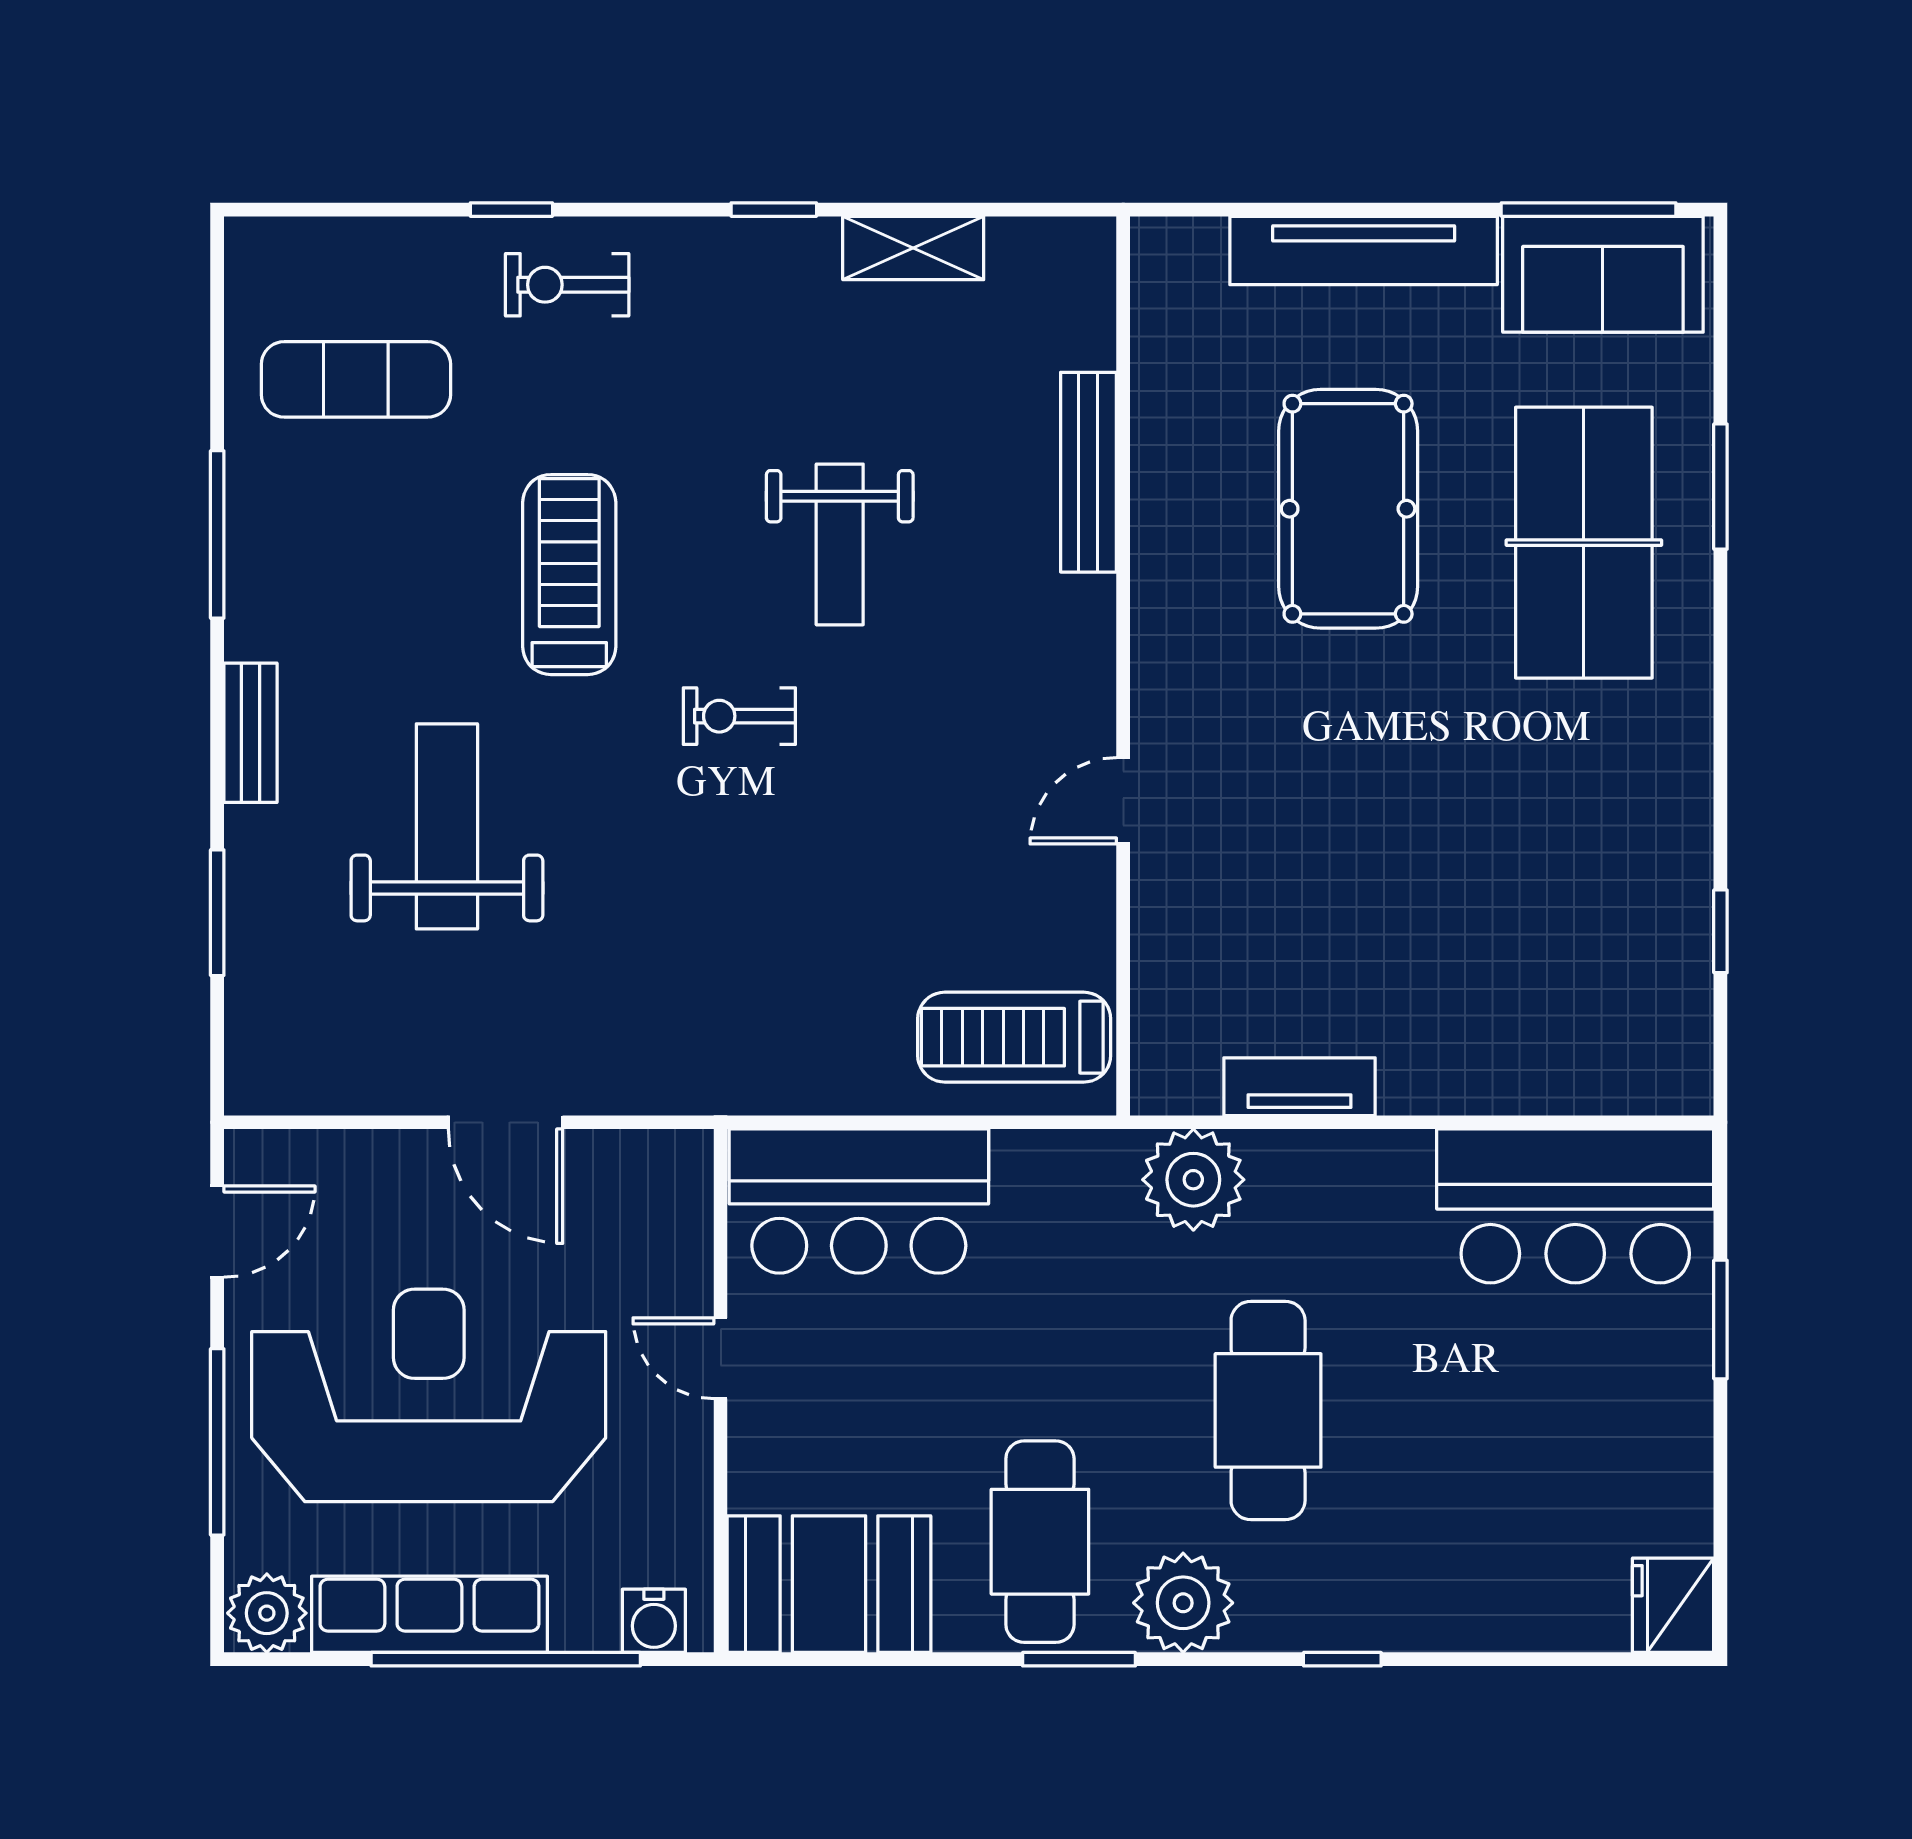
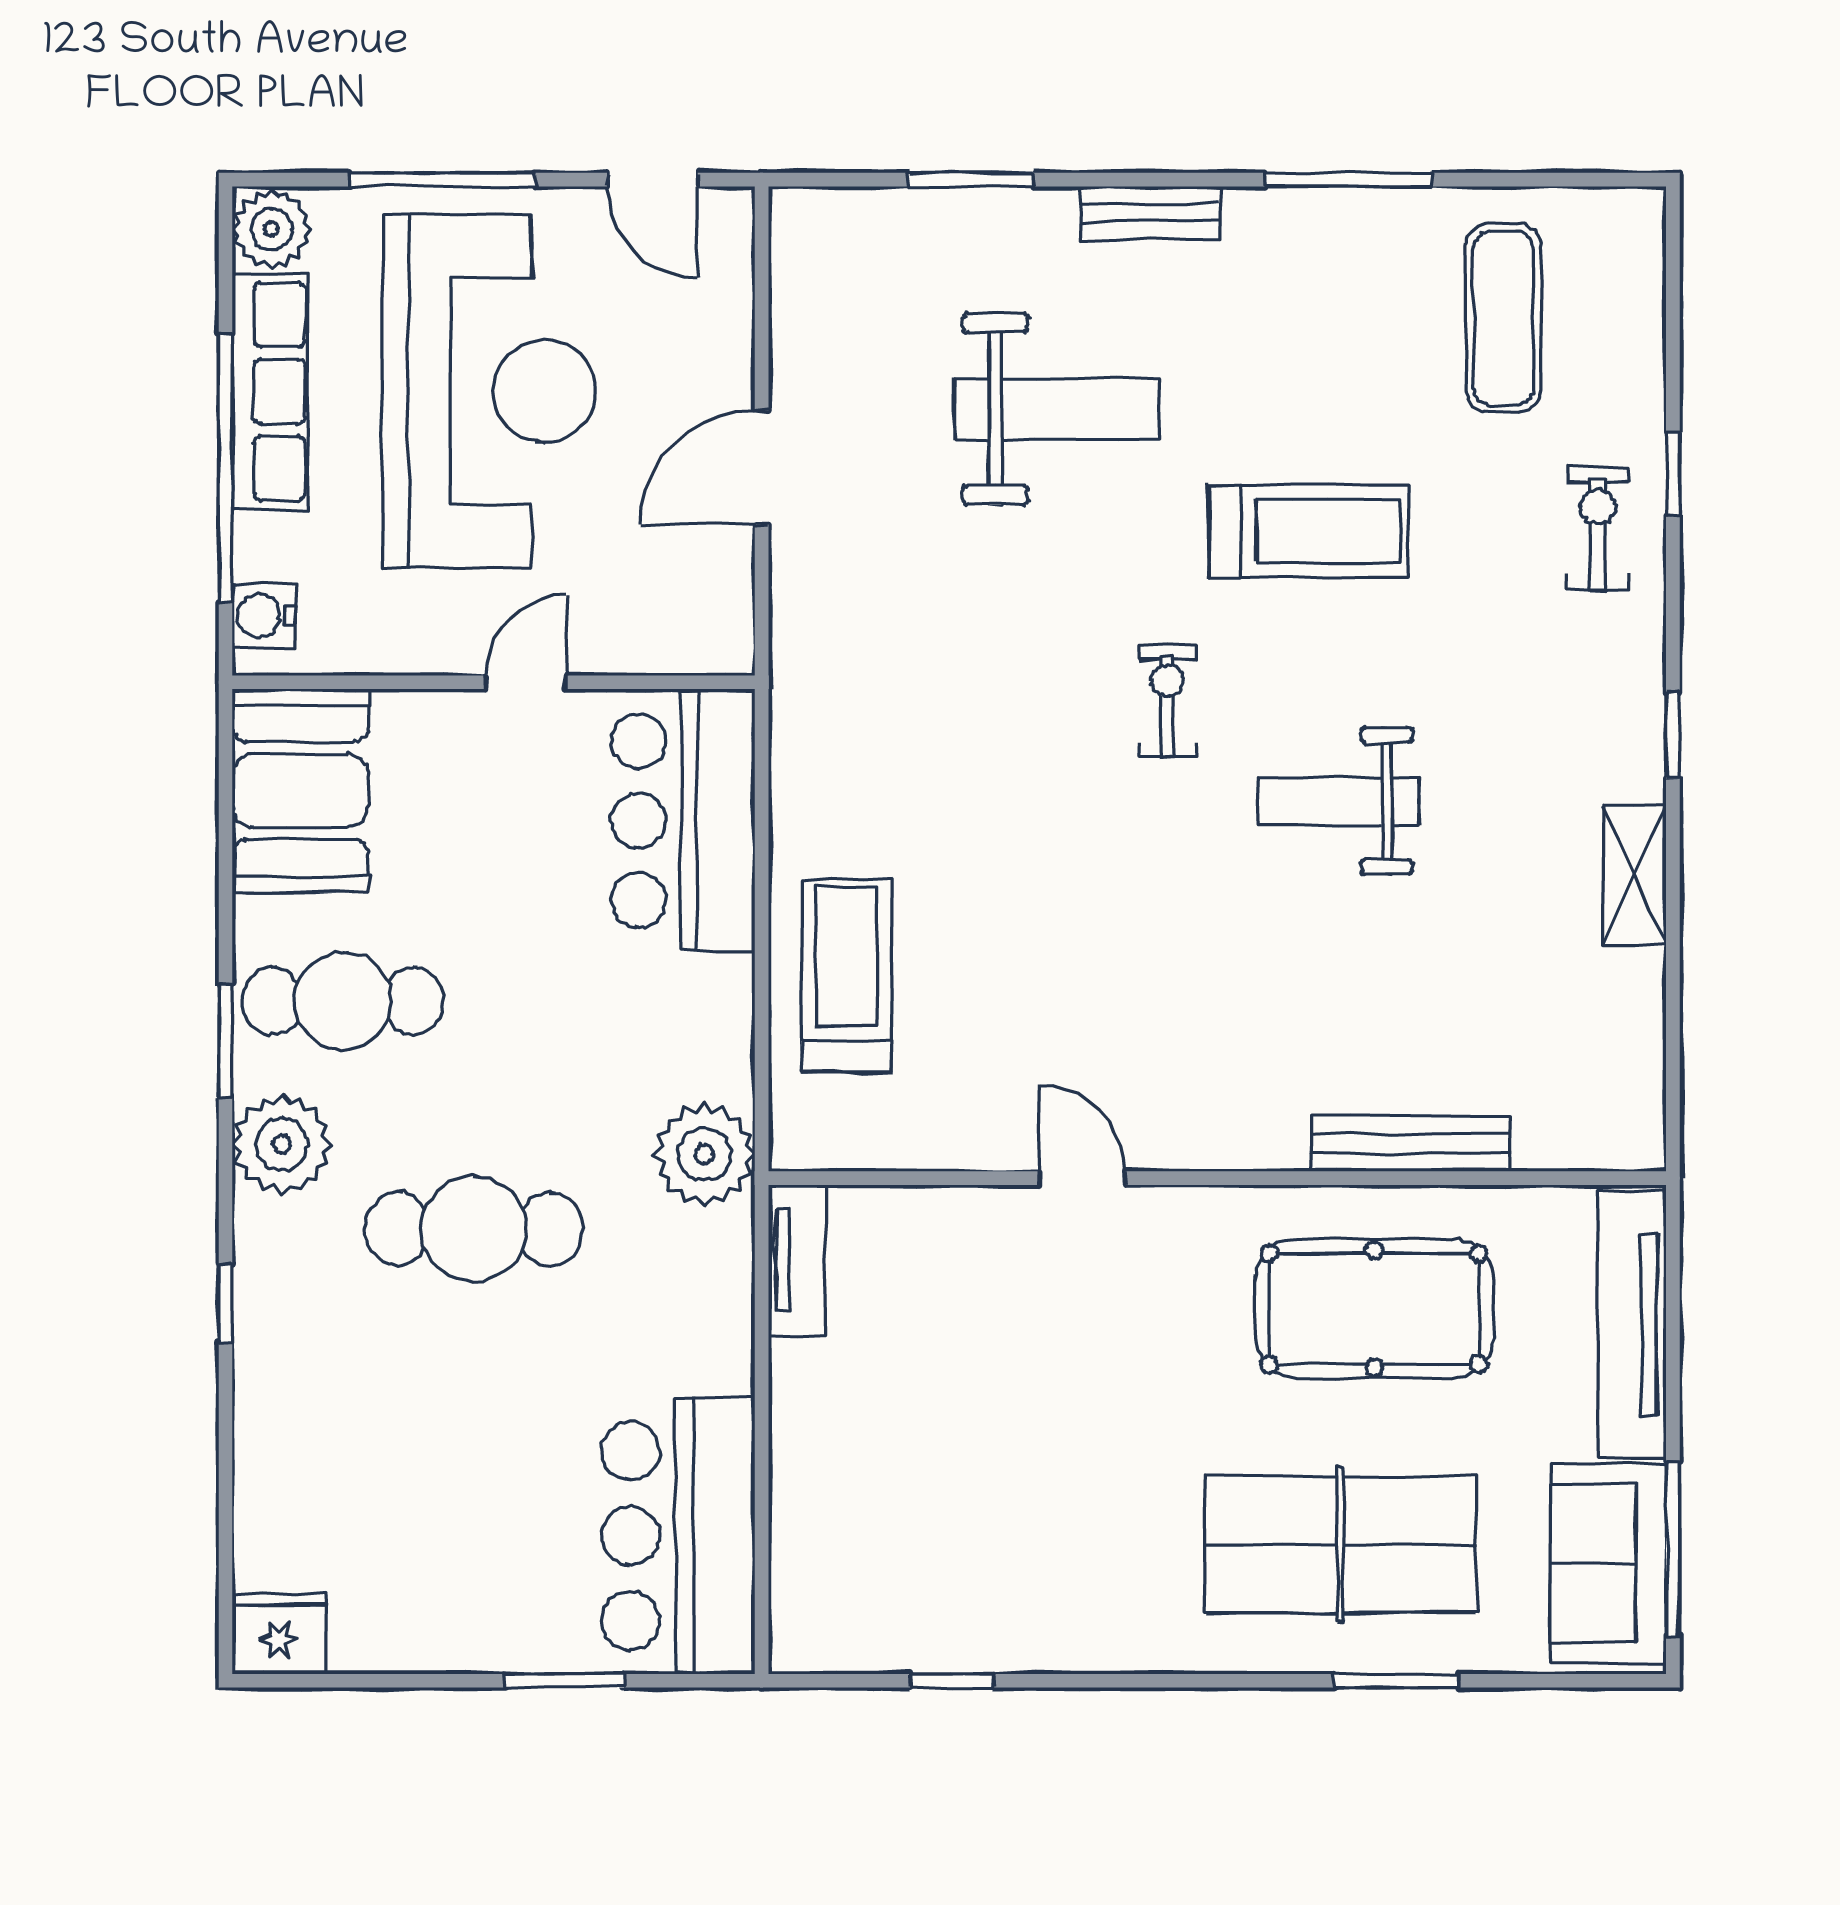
bench: (1088, 472) -> (1411, 1143), moved
wall: (1123, 666) -> (1217, 1178), moved
door: (1123, 801) -> (1083, 1178), moved

